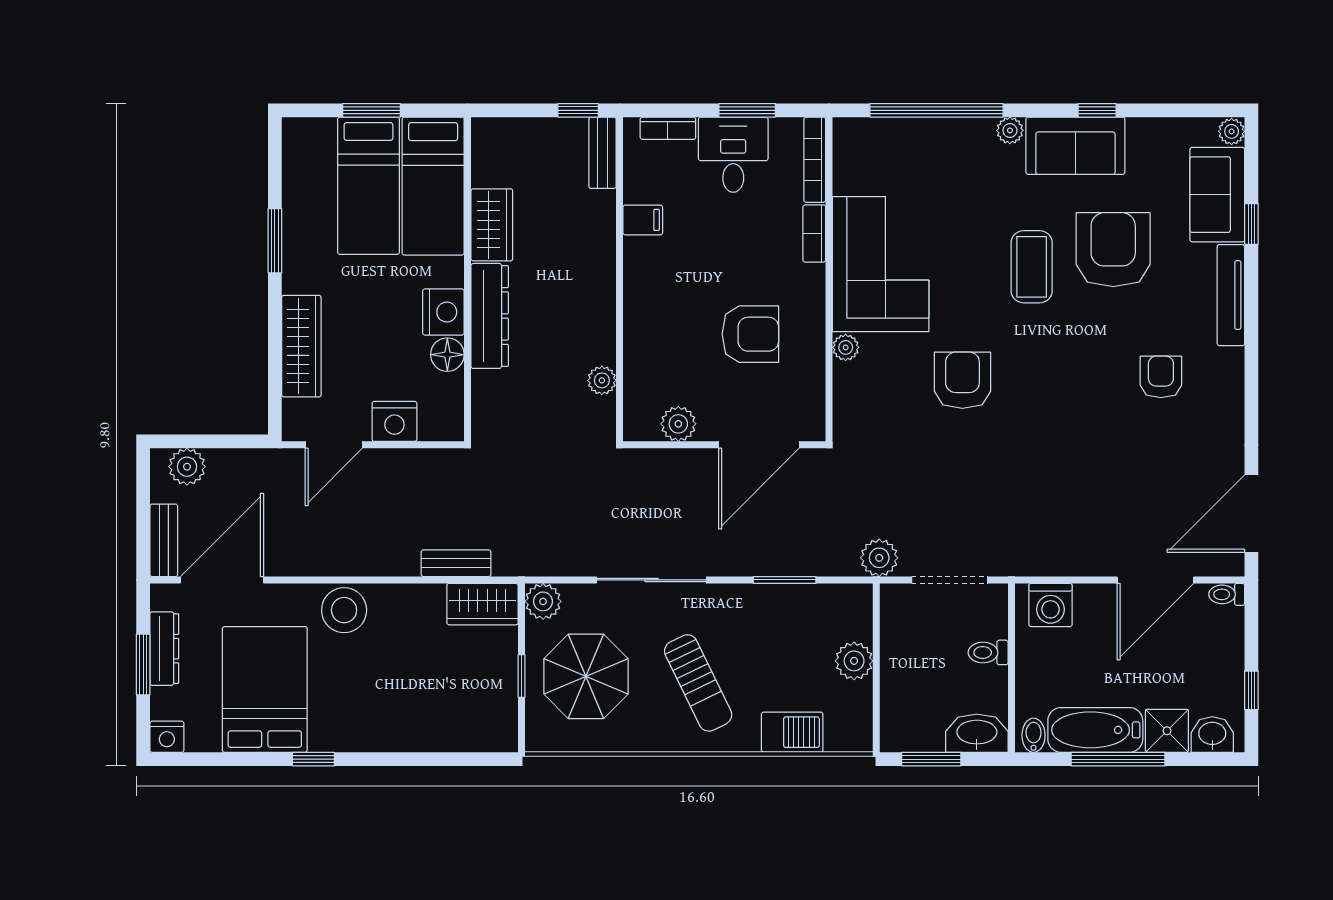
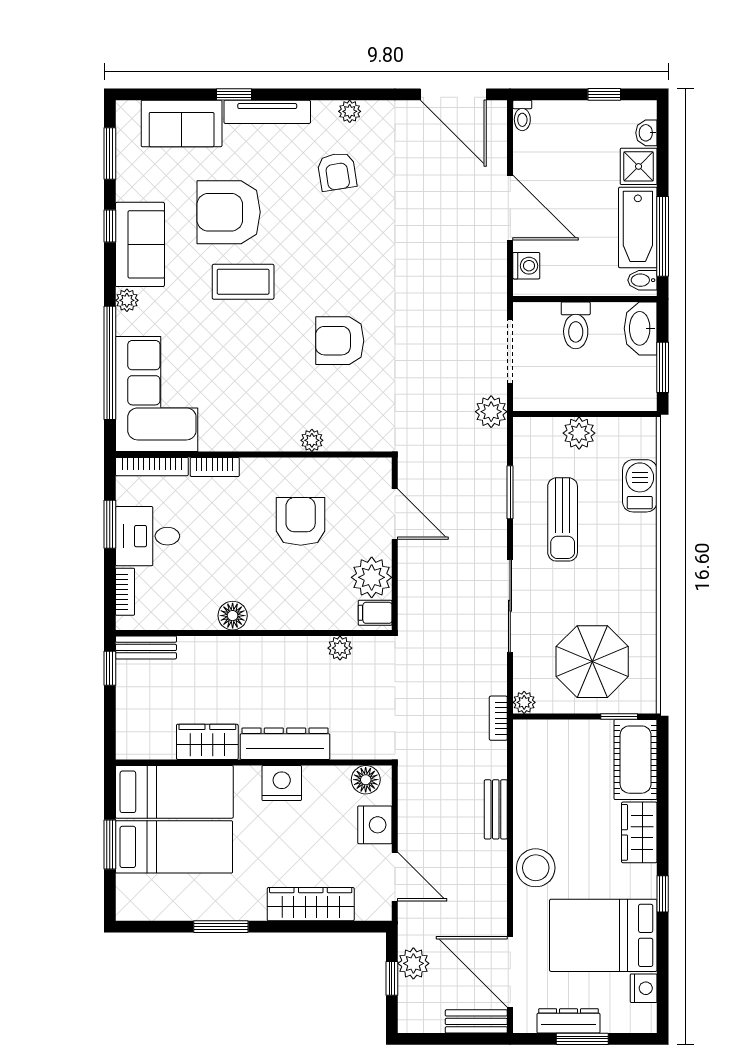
window: (1182, 110) -> (110, 154), added
plant: (1232, 131) -> (350, 111), moved
filing cabinet: (643, 220) -> (375, 613), moved, turned -90
window: (1251, 224) -> (234, 94), moved
floor lamp: (640, 254) -> (233, 616), added
corner sofa: (881, 264) -> (157, 394), moved, turned 90
floor lamp: (447, 355) -> (366, 780), moved
armchair: (1161, 377) -> (337, 172), turned -99
plant: (678, 424) -> (372, 577), width x1.36, depth x1.36
window: (214, 441) -> (392, 978), added
door: (759, 445) -> (395, 514), width x0.73
plant: (187, 467) -> (413, 963), moved
bench: (456, 563) -> (496, 809), moved
bookcase: (520, 566) -> (498, 718), added
door: (1155, 580) -> (510, 208), moved
plant: (543, 601) -> (524, 702), width x0.73, depth x0.73
wardrobe: (483, 604) -> (639, 832), moved, turned 180
washing machine: (1051, 605) -> (526, 266), width x0.73, depth x0.73
toilet: (988, 652) -> (576, 325), width x1.37, depth x1.39
window: (522, 676) -> (619, 716), moved
sun lounger: (698, 683) -> (563, 519), moved, turned 116
cot: (471, 727) -> (636, 760), added
washbasin: (1212, 734) -> (646, 133), width x0.72, depth x0.69
nightstand: (167, 737) -> (644, 988), moved
window: (1118, 759) -> (663, 236), moved

